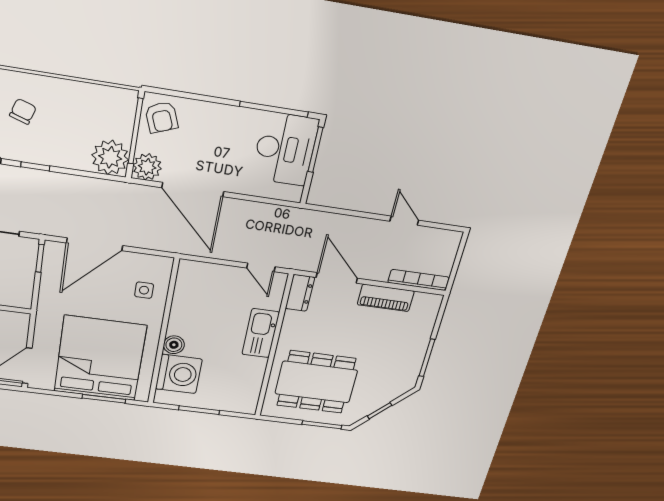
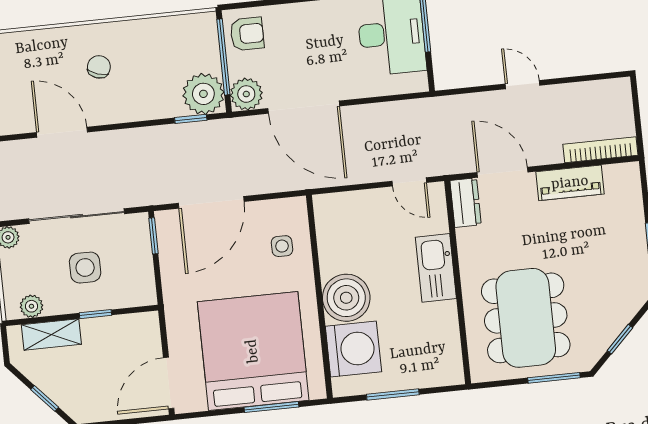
armchair: (162, 117) -> (247, 34), turned -69
window: (35, 166) -> (191, 119), moved
door: (404, 221) -> (522, 85), moved
boiler: (174, 345) -> (346, 298), width x1.86, depth x1.86
dining table: (316, 382) -> (526, 318), turned 90

